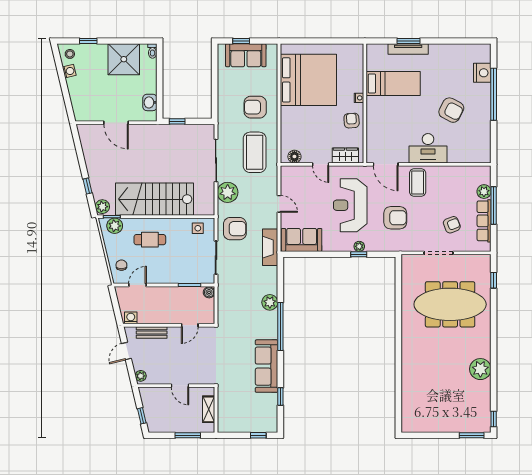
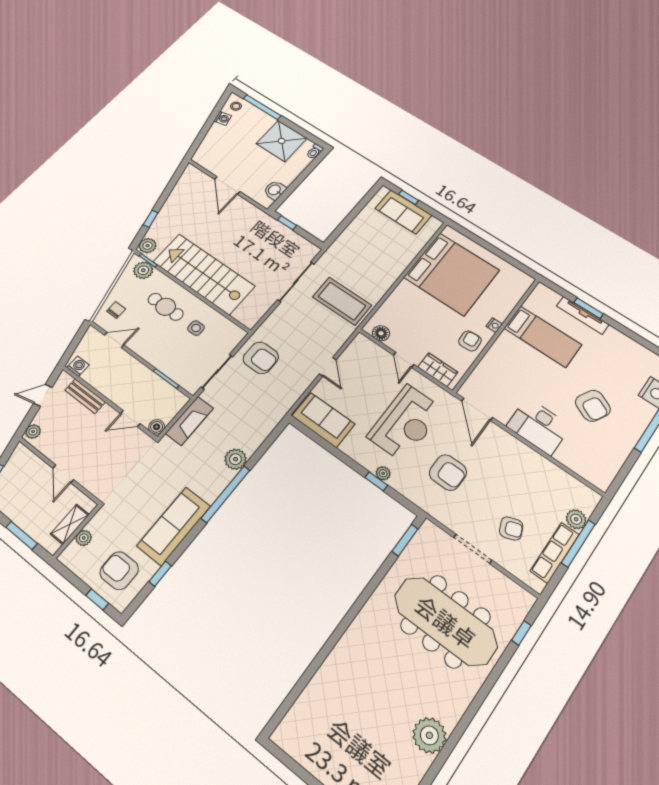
window: (88, 41) -> (262, 107), width x2.17
armchair: (255, 107) -> (119, 571), moved
coffee table: (255, 152) -> (342, 301), turned 90
coffee table: (418, 183) -> (501, 453), removed
plant: (228, 192) -> (84, 538), moved, width x0.53, depth x0.53
reception desk: (350, 205) -> (406, 423), turned 180
side table: (198, 228) -> (196, 328), moved
fireplace: (270, 247) -> (189, 421), moved, turned 180
window: (398, 276) -> (405, 540), added
boiler: (209, 292) -> (157, 427), moved

